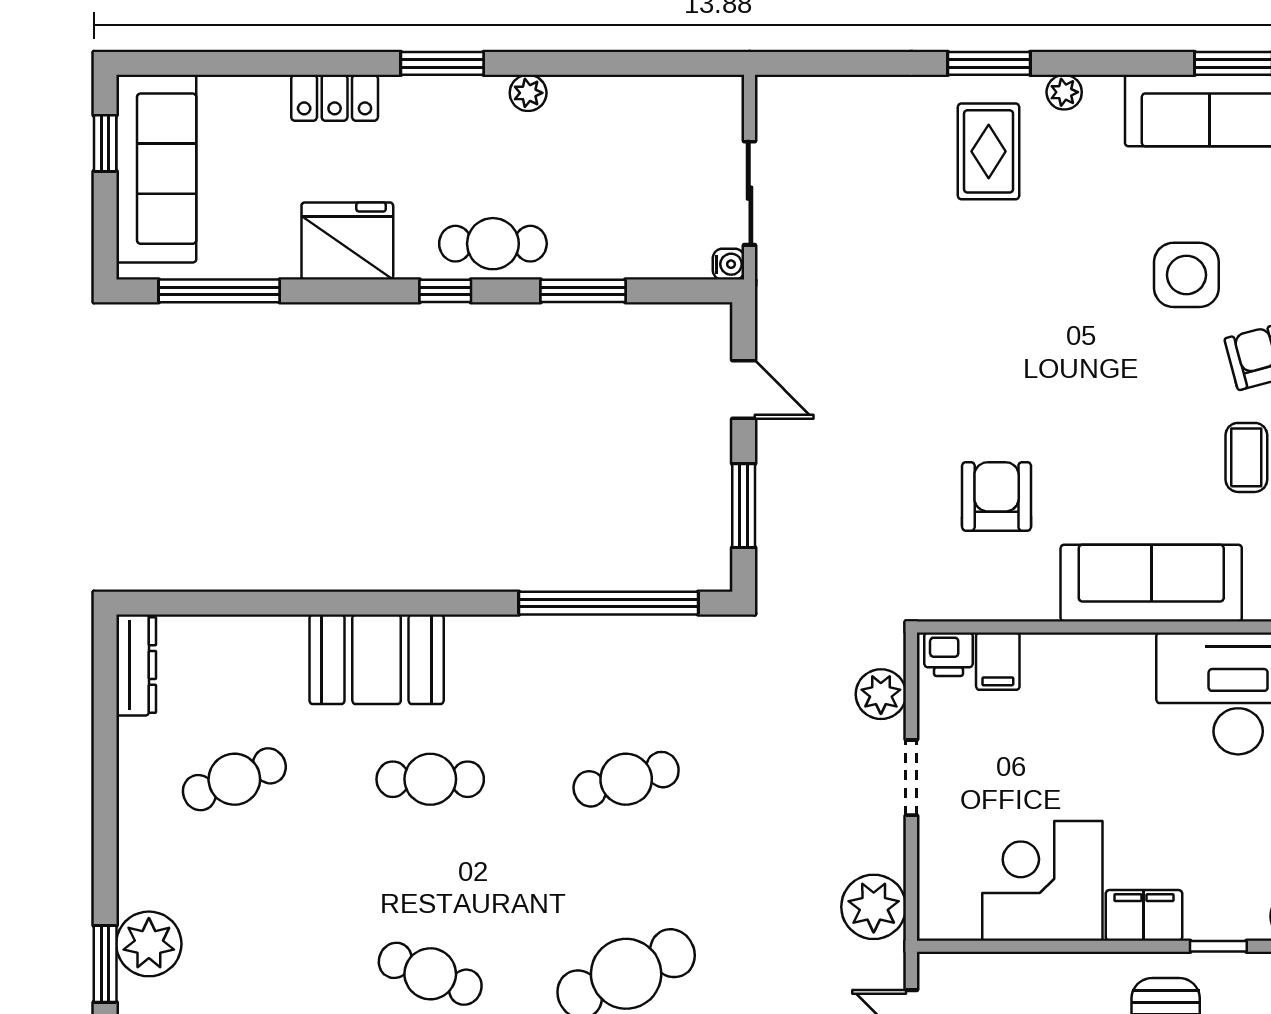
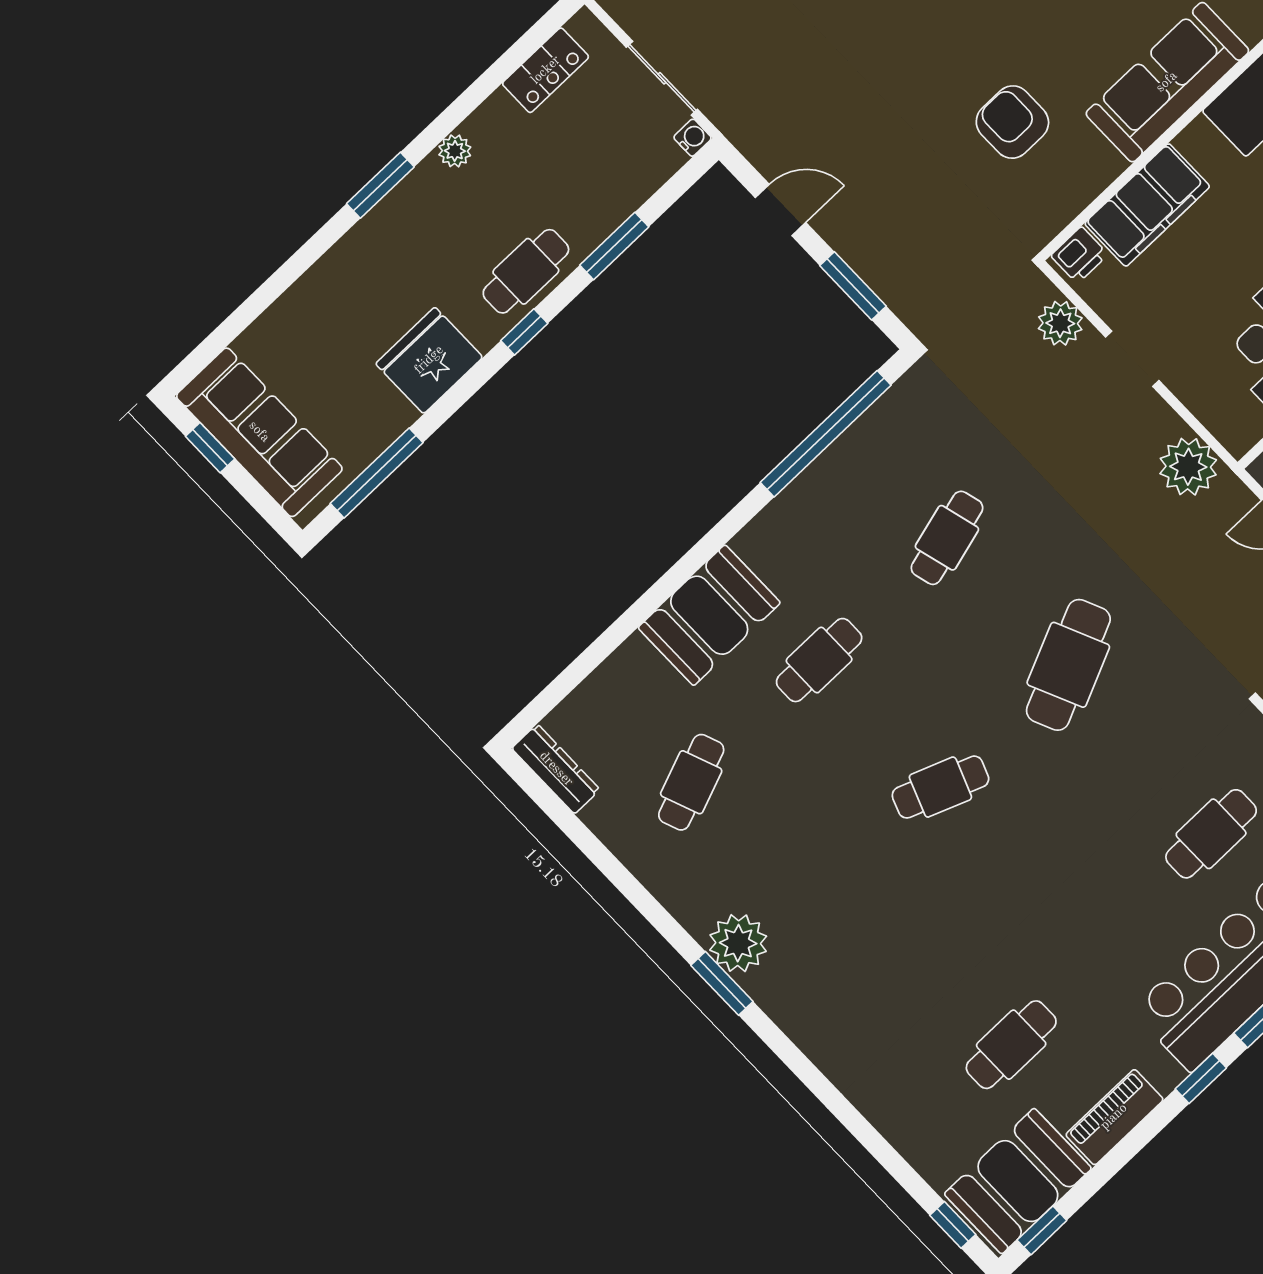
locker: (335, 98) -> (546, 70), moved
filing cabinet: (998, 661) -> (1147, 205), width x3.00, depth x1.17

